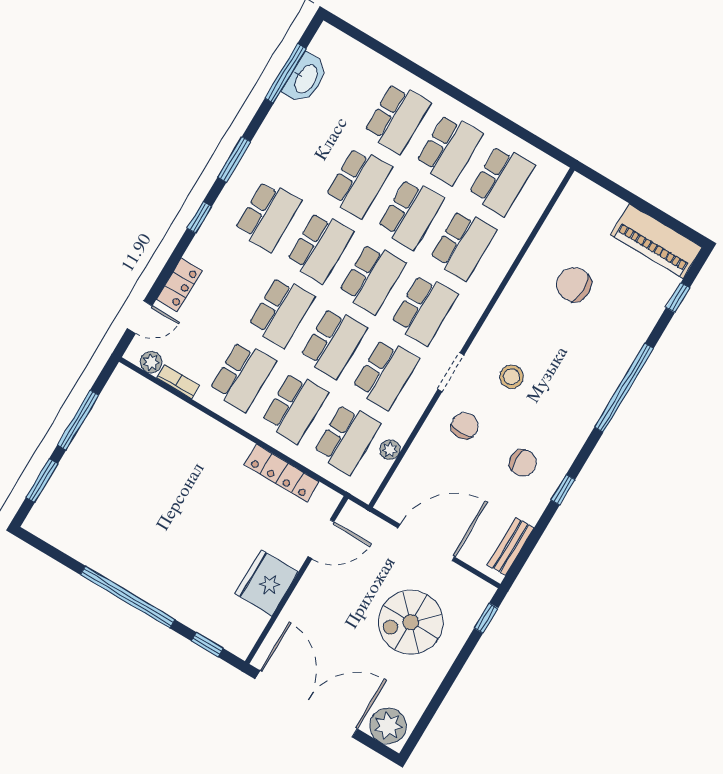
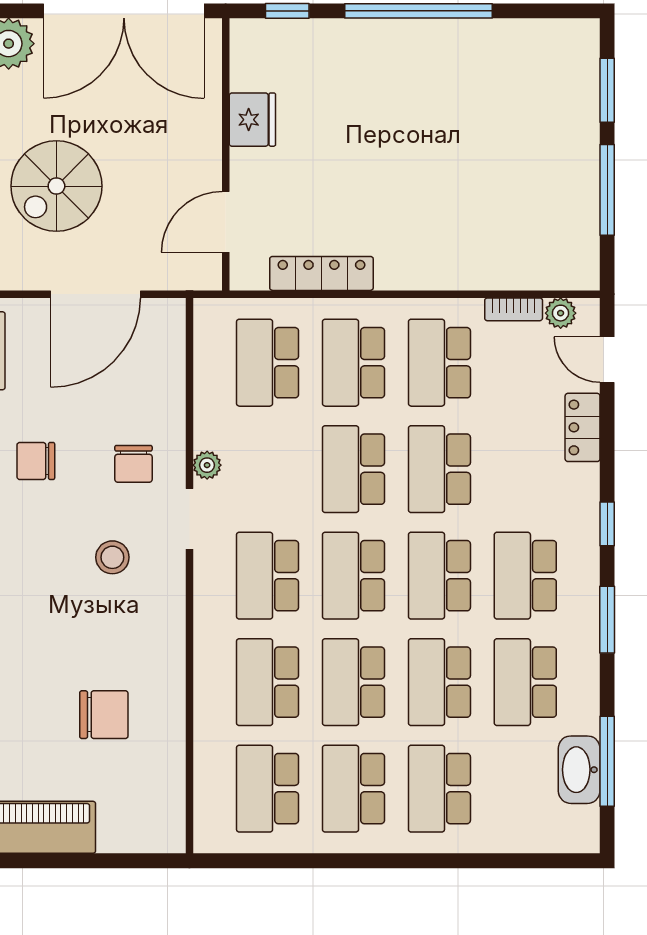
door: (140, 317) -> (607, 360), hinge flipped
school desk: (385, 374) -> (525, 682), moved
plant: (390, 450) -> (207, 465), moved
fridge: (267, 583) -> (252, 120), width x0.73, depth x0.75
spiral stairs: (411, 622) -> (56, 186), turned 180

